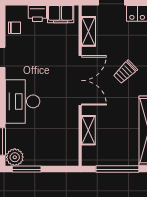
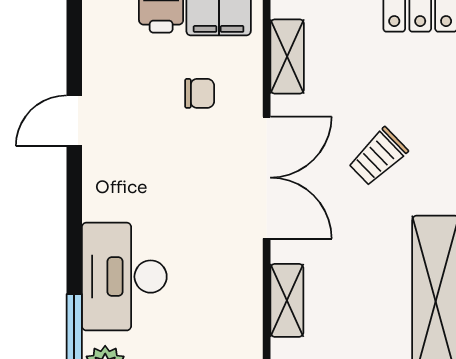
chair: (15, 28) -> (200, 93), moved
desk: (22, 101) -> (124, 277), moved

